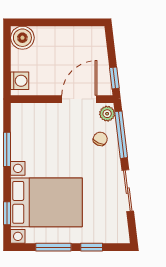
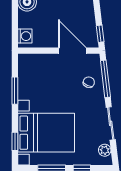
door: (79, 99) -> (72, 51), hinge flipped
plant: (107, 114) -> (105, 150), moved

